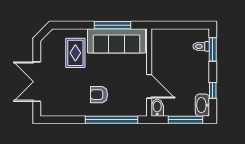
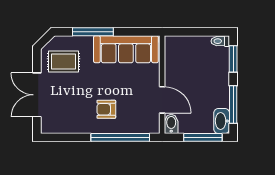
window: (112, 25) -> (93, 32), moved
toilet: (201, 46) -> (220, 41), moved
rug: (75, 53) -> (64, 61), moved, turned 90
window: (213, 90) -> (233, 105), width x2.17

